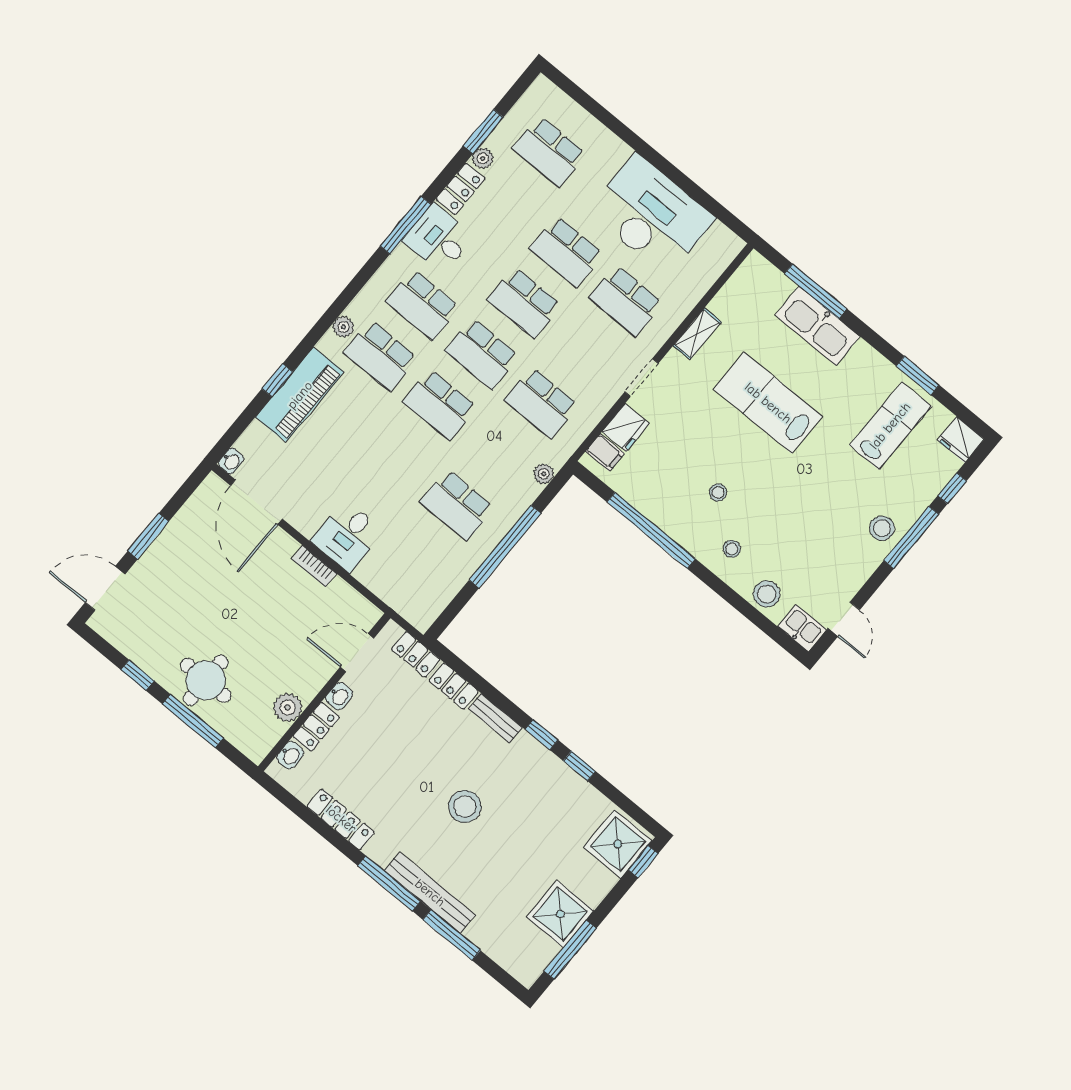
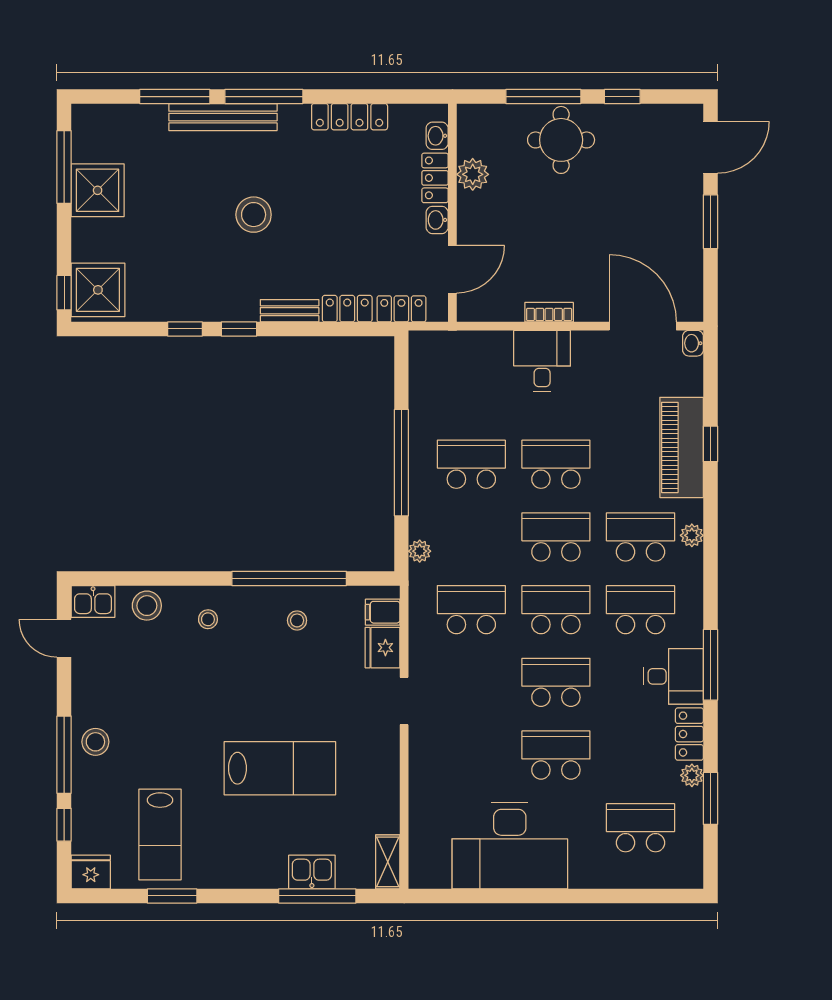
school desk: (626, 301) -> (556, 464), moved
kitchen sink: (818, 326) -> (312, 872), width x0.53, depth x0.81
shelving: (697, 334) -> (388, 862), moved
stool: (718, 492) -> (297, 620), moved

